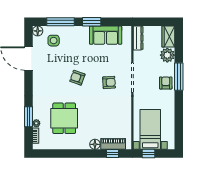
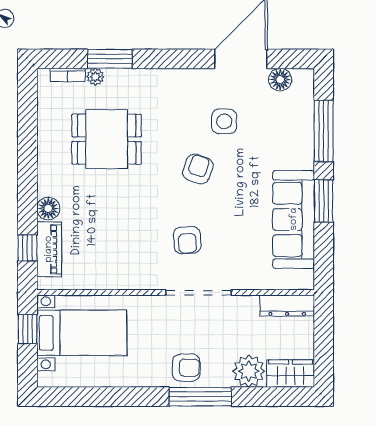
floor lamp: (38, 31) -> (280, 80), moved
sofa: (106, 35) -> (294, 219), width x1.36
side table: (54, 41) -> (224, 121), moved

